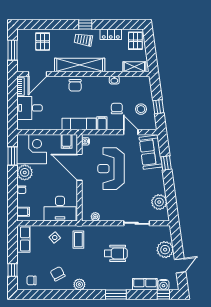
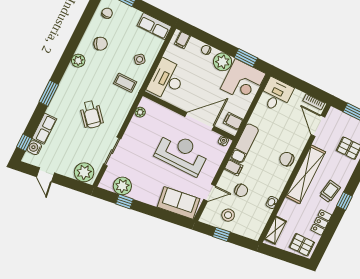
desk: (29, 108) -> (276, 95), moved
window: (166, 163) -> (124, 201), moved
plant: (165, 250) -> (84, 172), moved
wheelchair: (116, 253) -> (91, 114), turned -41

